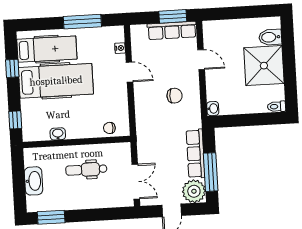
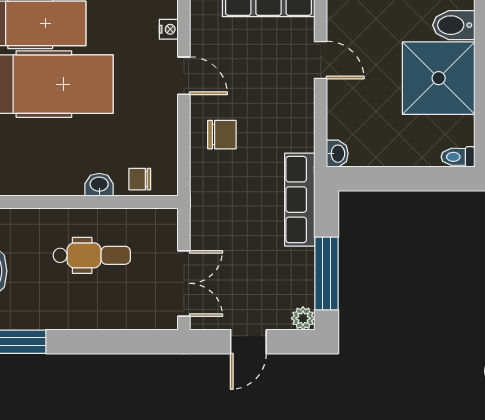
chair: (175, 96) -> (222, 135), moved
washbasin: (58, 134) -> (99, 185), moved
row of seats: (195, 154) -> (300, 200), moved
dental chair: (86, 170) -> (92, 255), turned 180
plant: (194, 191) -> (303, 318), width x0.53, depth x0.53

